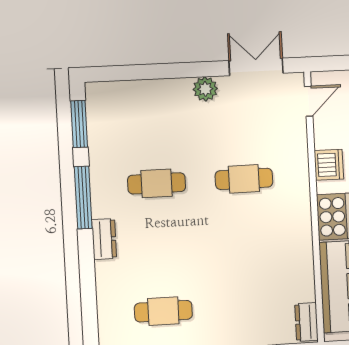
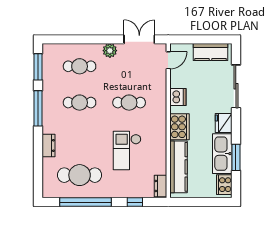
cafe table: (153, 119) -> (80, 66), added
dresser: (104, 239) -> (48, 145), moved
checkout: (245, 263) -> (127, 150), added
cafe table: (163, 311) -> (80, 175), width x1.37, depth x1.35

